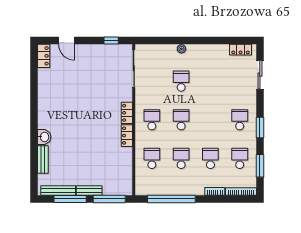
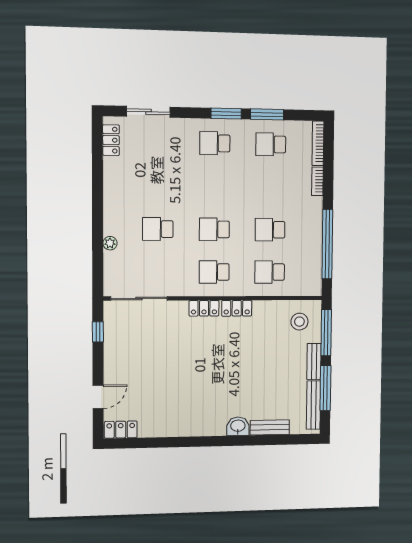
plant: (181, 49) -> (110, 243), moved
school desk: (210, 158) -> (270, 187), removed
window: (260, 166) -> (267, 114), moved
stool: (117, 180) -> (299, 322), added

